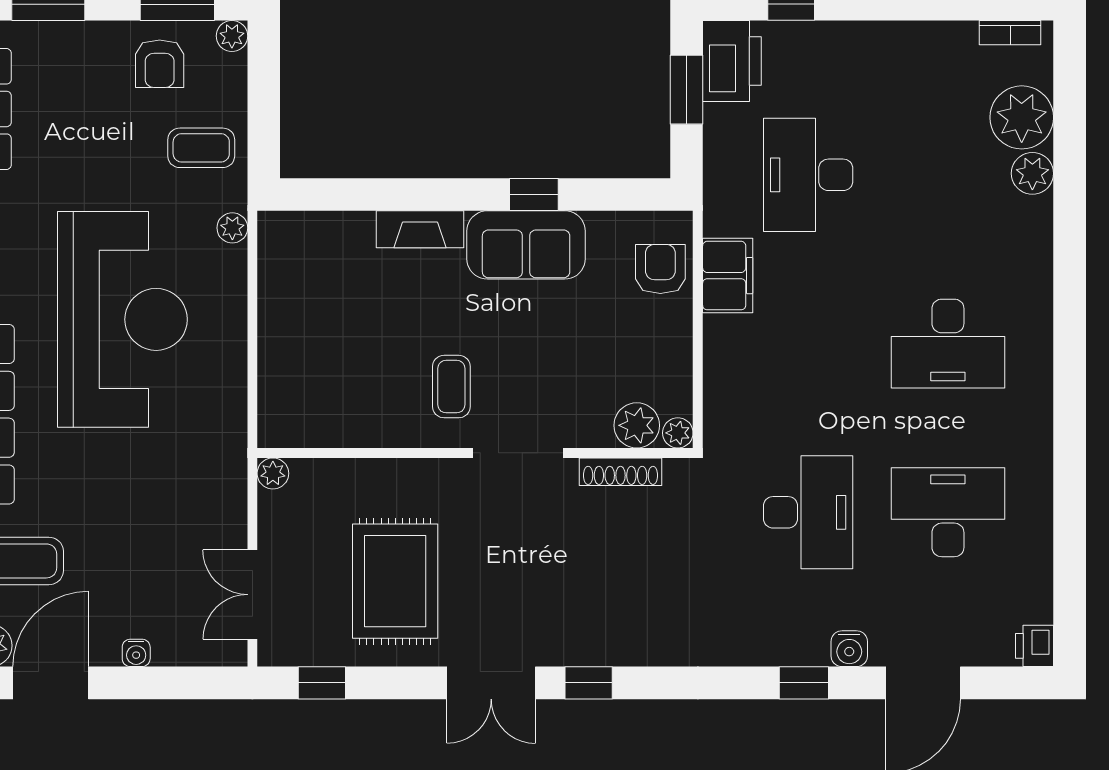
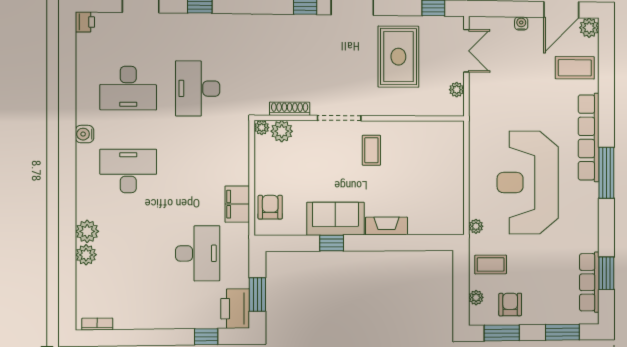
plant: (232, 36) -> (476, 298), moved
plant: (1022, 117) -> (87, 231), moved, width x0.73, depth x0.73
armchair: (660, 269) -> (270, 207), turned 180
plant: (273, 473) -> (457, 90), moved
water cooler: (849, 649) -> (85, 134), moved, turned -90

